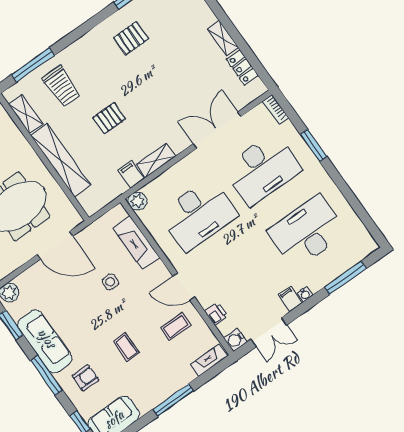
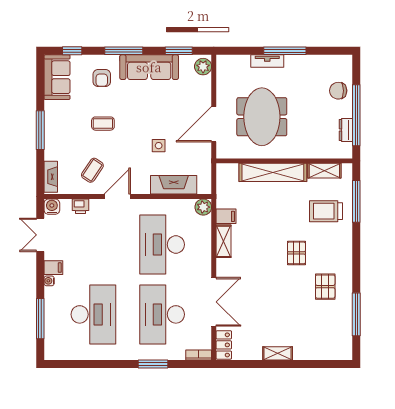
locker: (242, 67) -> (224, 345), moved, turned 90
pallet: (109, 118) -> (296, 253), moved
coffee table: (176, 326) -> (92, 170), turned 34

